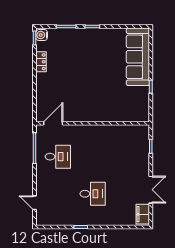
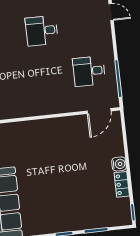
water cooler: (42, 35) -> (119, 164), moved

